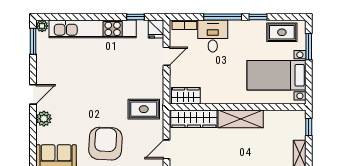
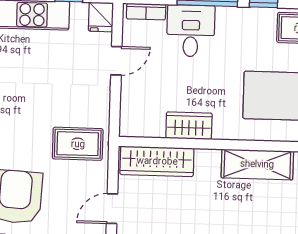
wardrobe: (186, 96) -> (189, 126), moved
shelving: (241, 119) -> (257, 164), moved

